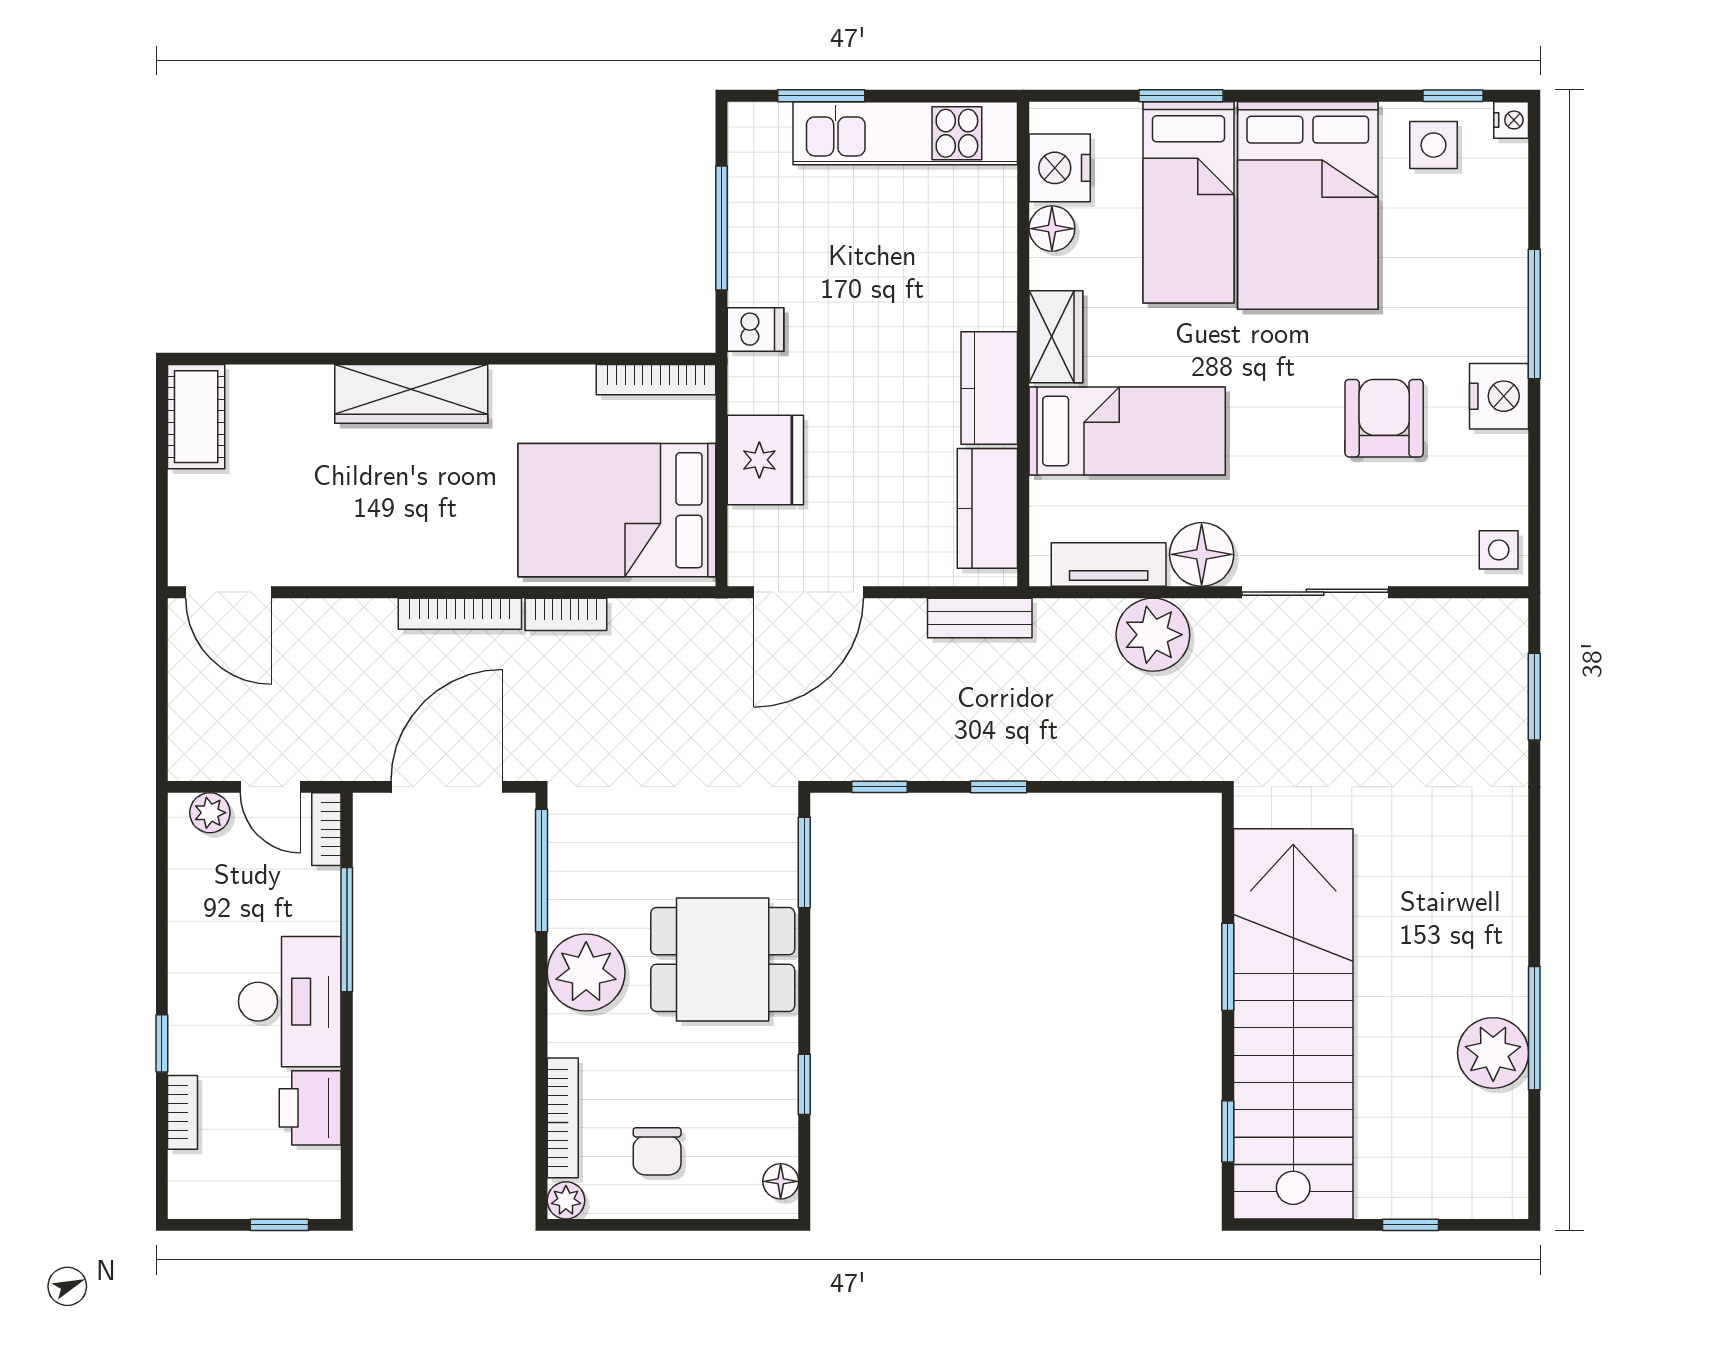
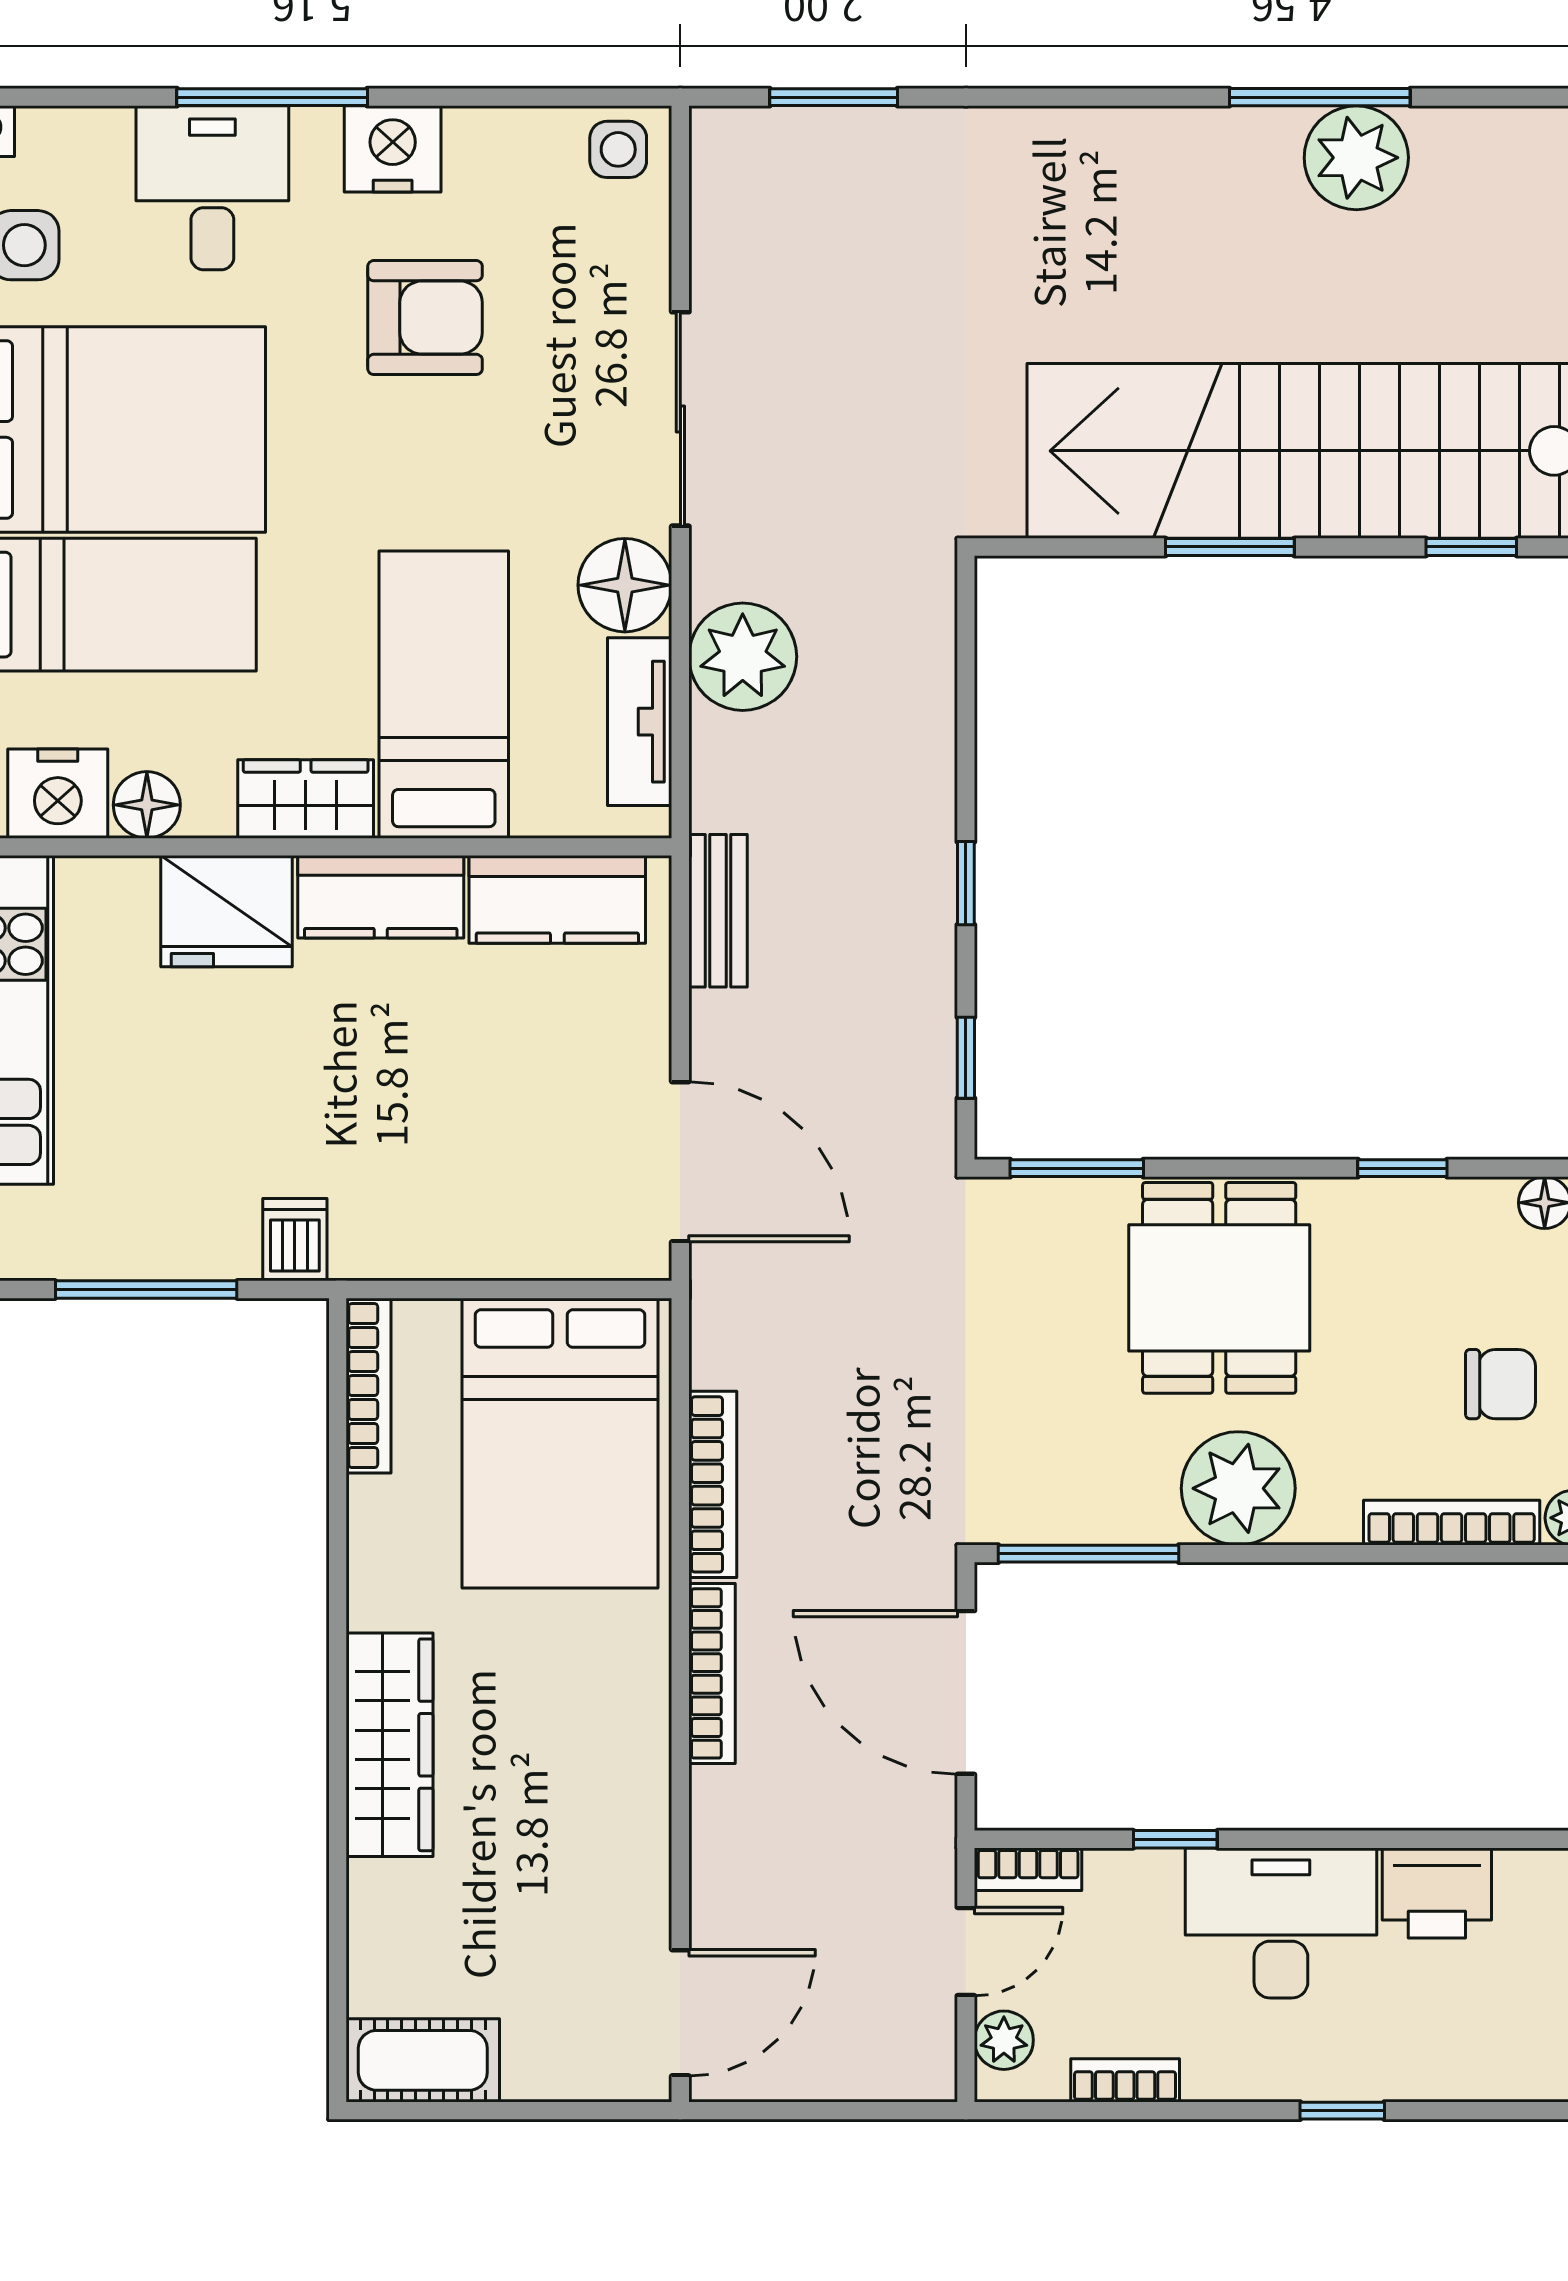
desk: (1473, 273) -> (212, 188), added
armchair: (1384, 418) -> (425, 318), turned 180
fridge: (765, 460) -> (227, 911), moved, turned 180
bookcase: (566, 614) -> (713, 1484), width x1.56
window: (347, 930) -> (1175, 1839), width x0.46
bookcase: (183, 1112) -> (1125, 2080), moved

